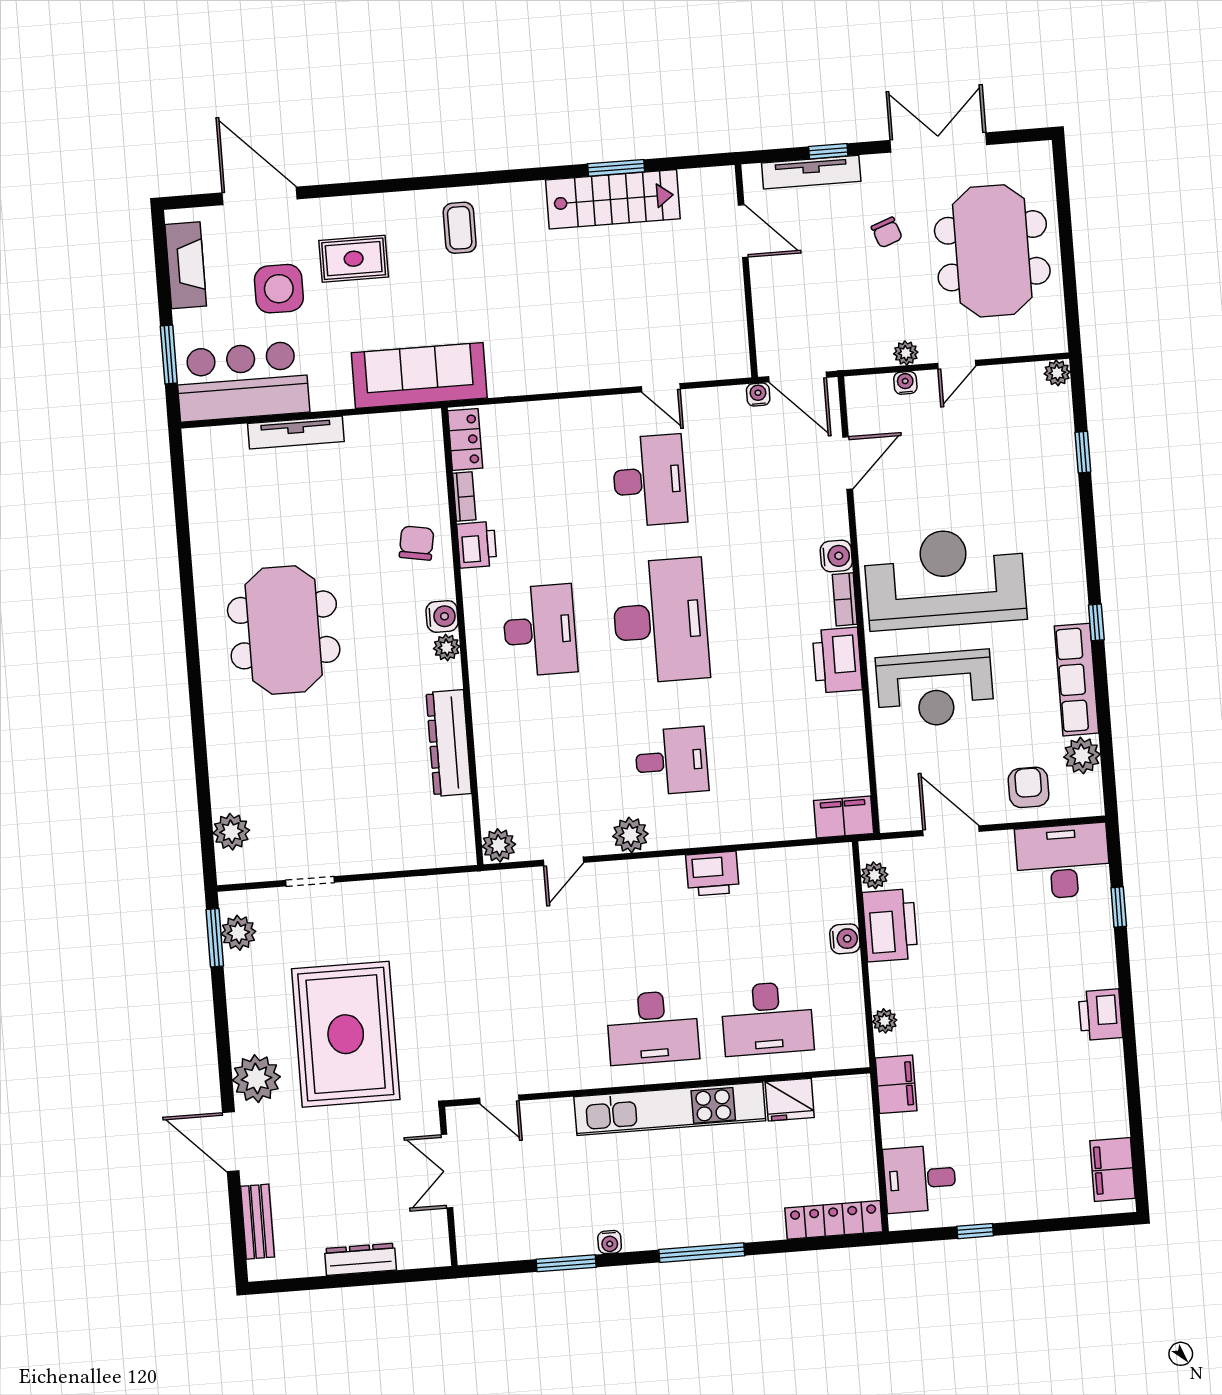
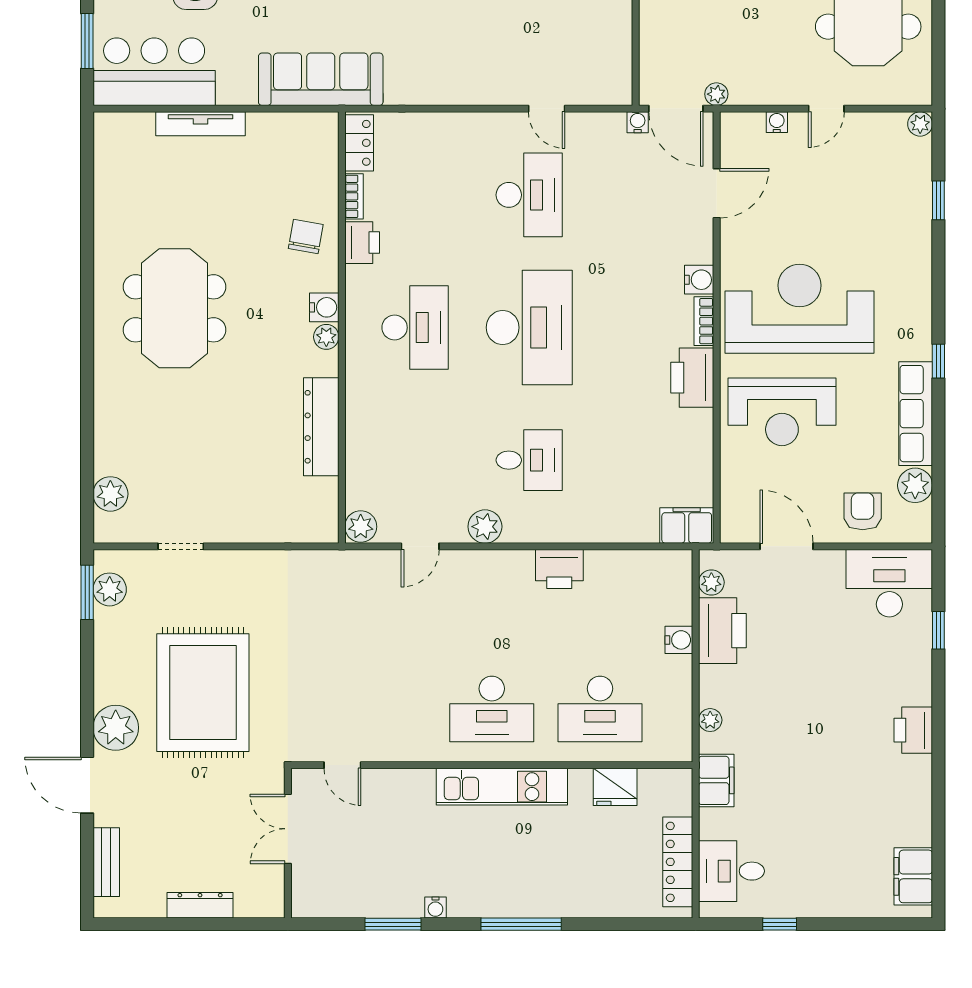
plant: (906, 353) -> (716, 94), moved
kitchen unit: (670, 1109) -> (502, 787), width x0.73
locker: (834, 1220) -> (678, 862), moved, turned -90

